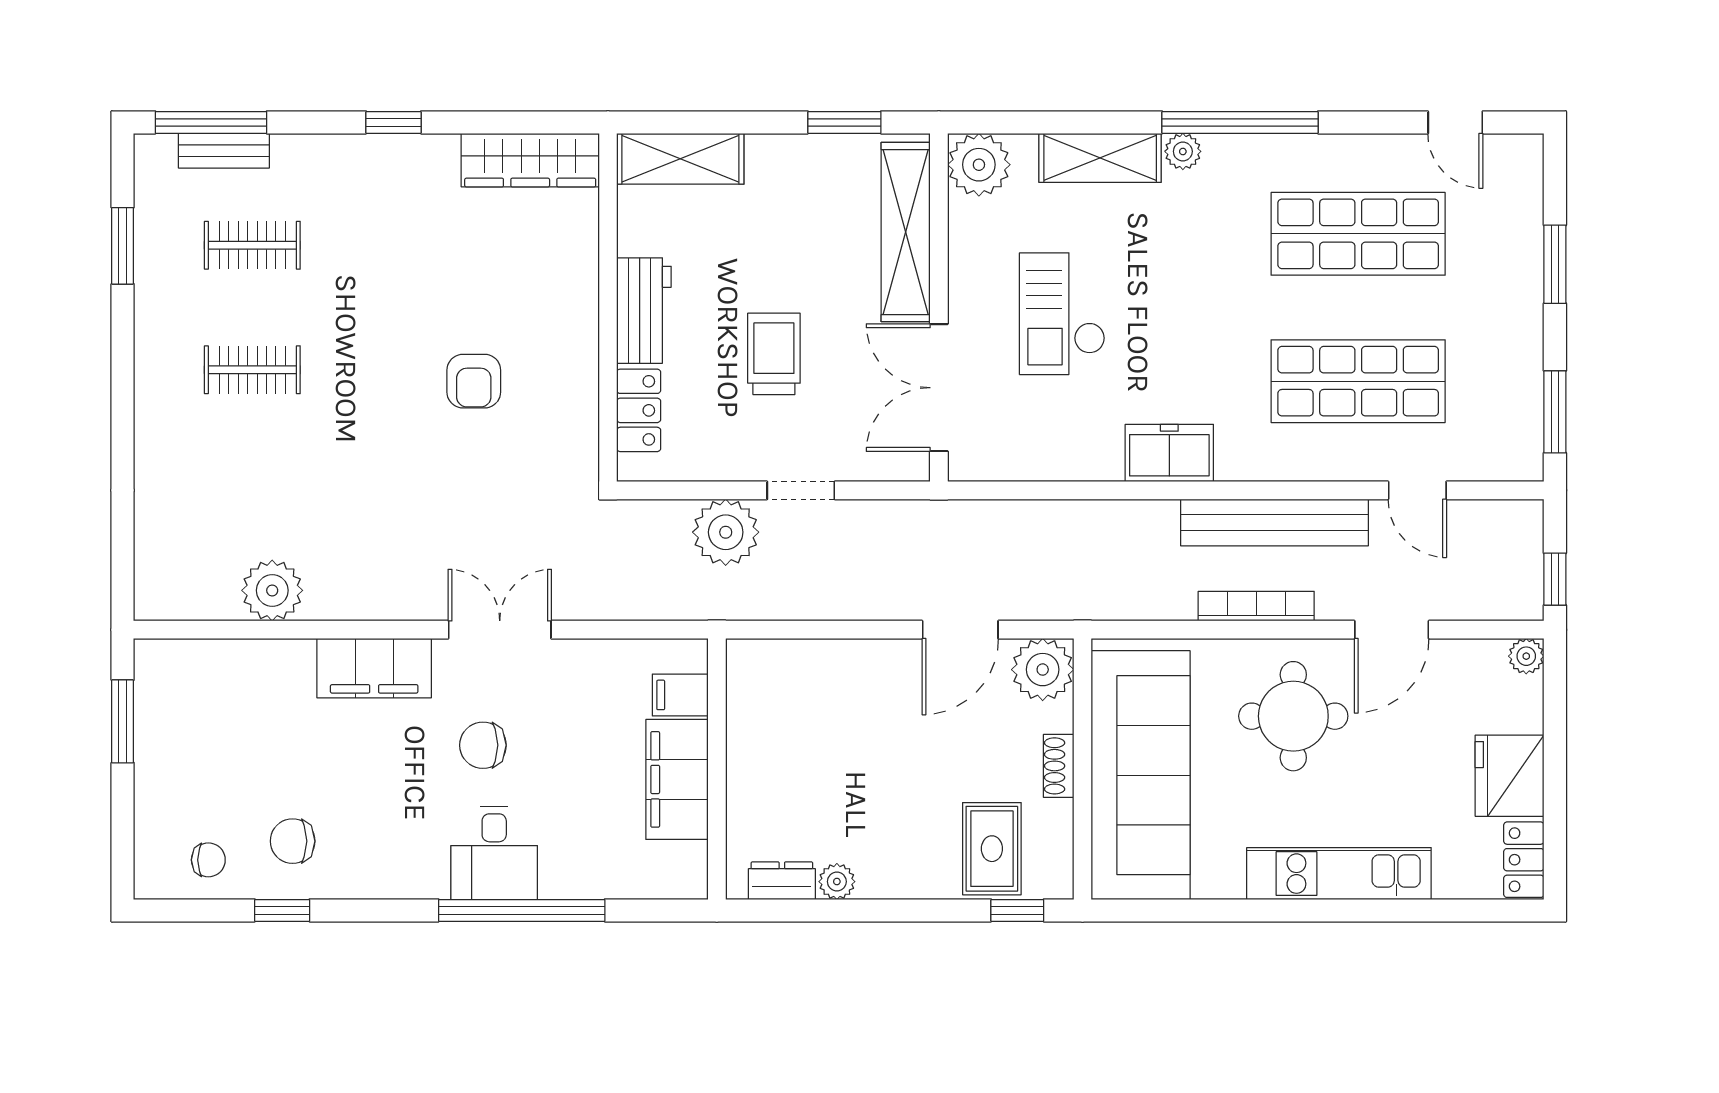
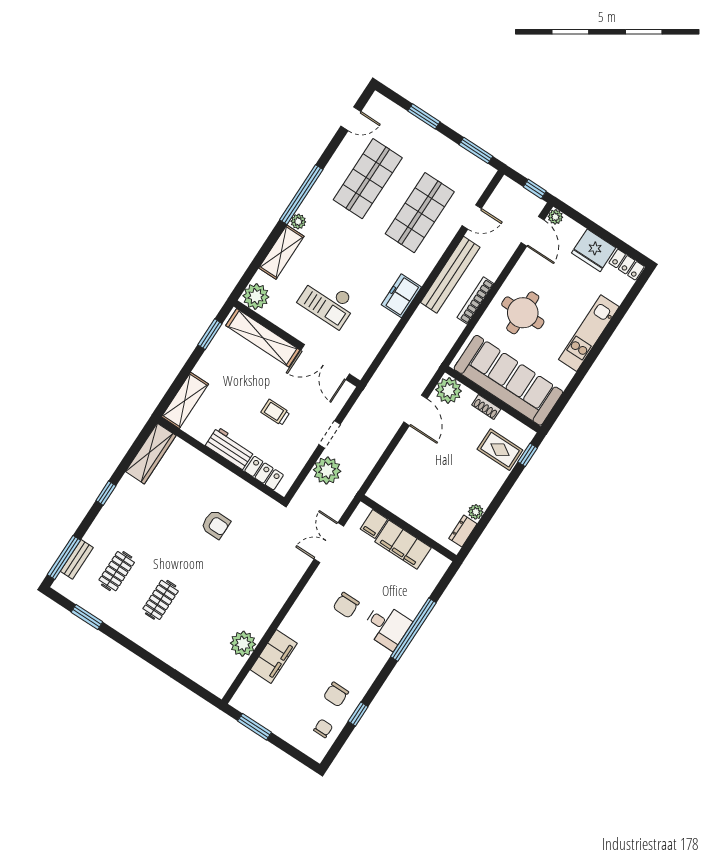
trolley: (774, 354) -> (275, 412), width x0.73, depth x0.72
double door: (500, 630) -> (329, 543), moved
door: (1392, 630) -> (533, 231), moved
filing cabinet: (374, 668) -> (274, 657), moved

